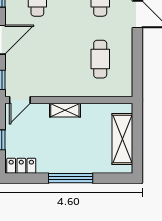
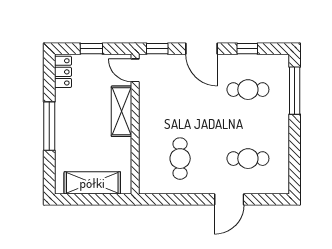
cafe table: (100, 59) -> (180, 159), turned 90
shelving: (65, 110) -> (121, 111), width x1.50, depth x1.33

